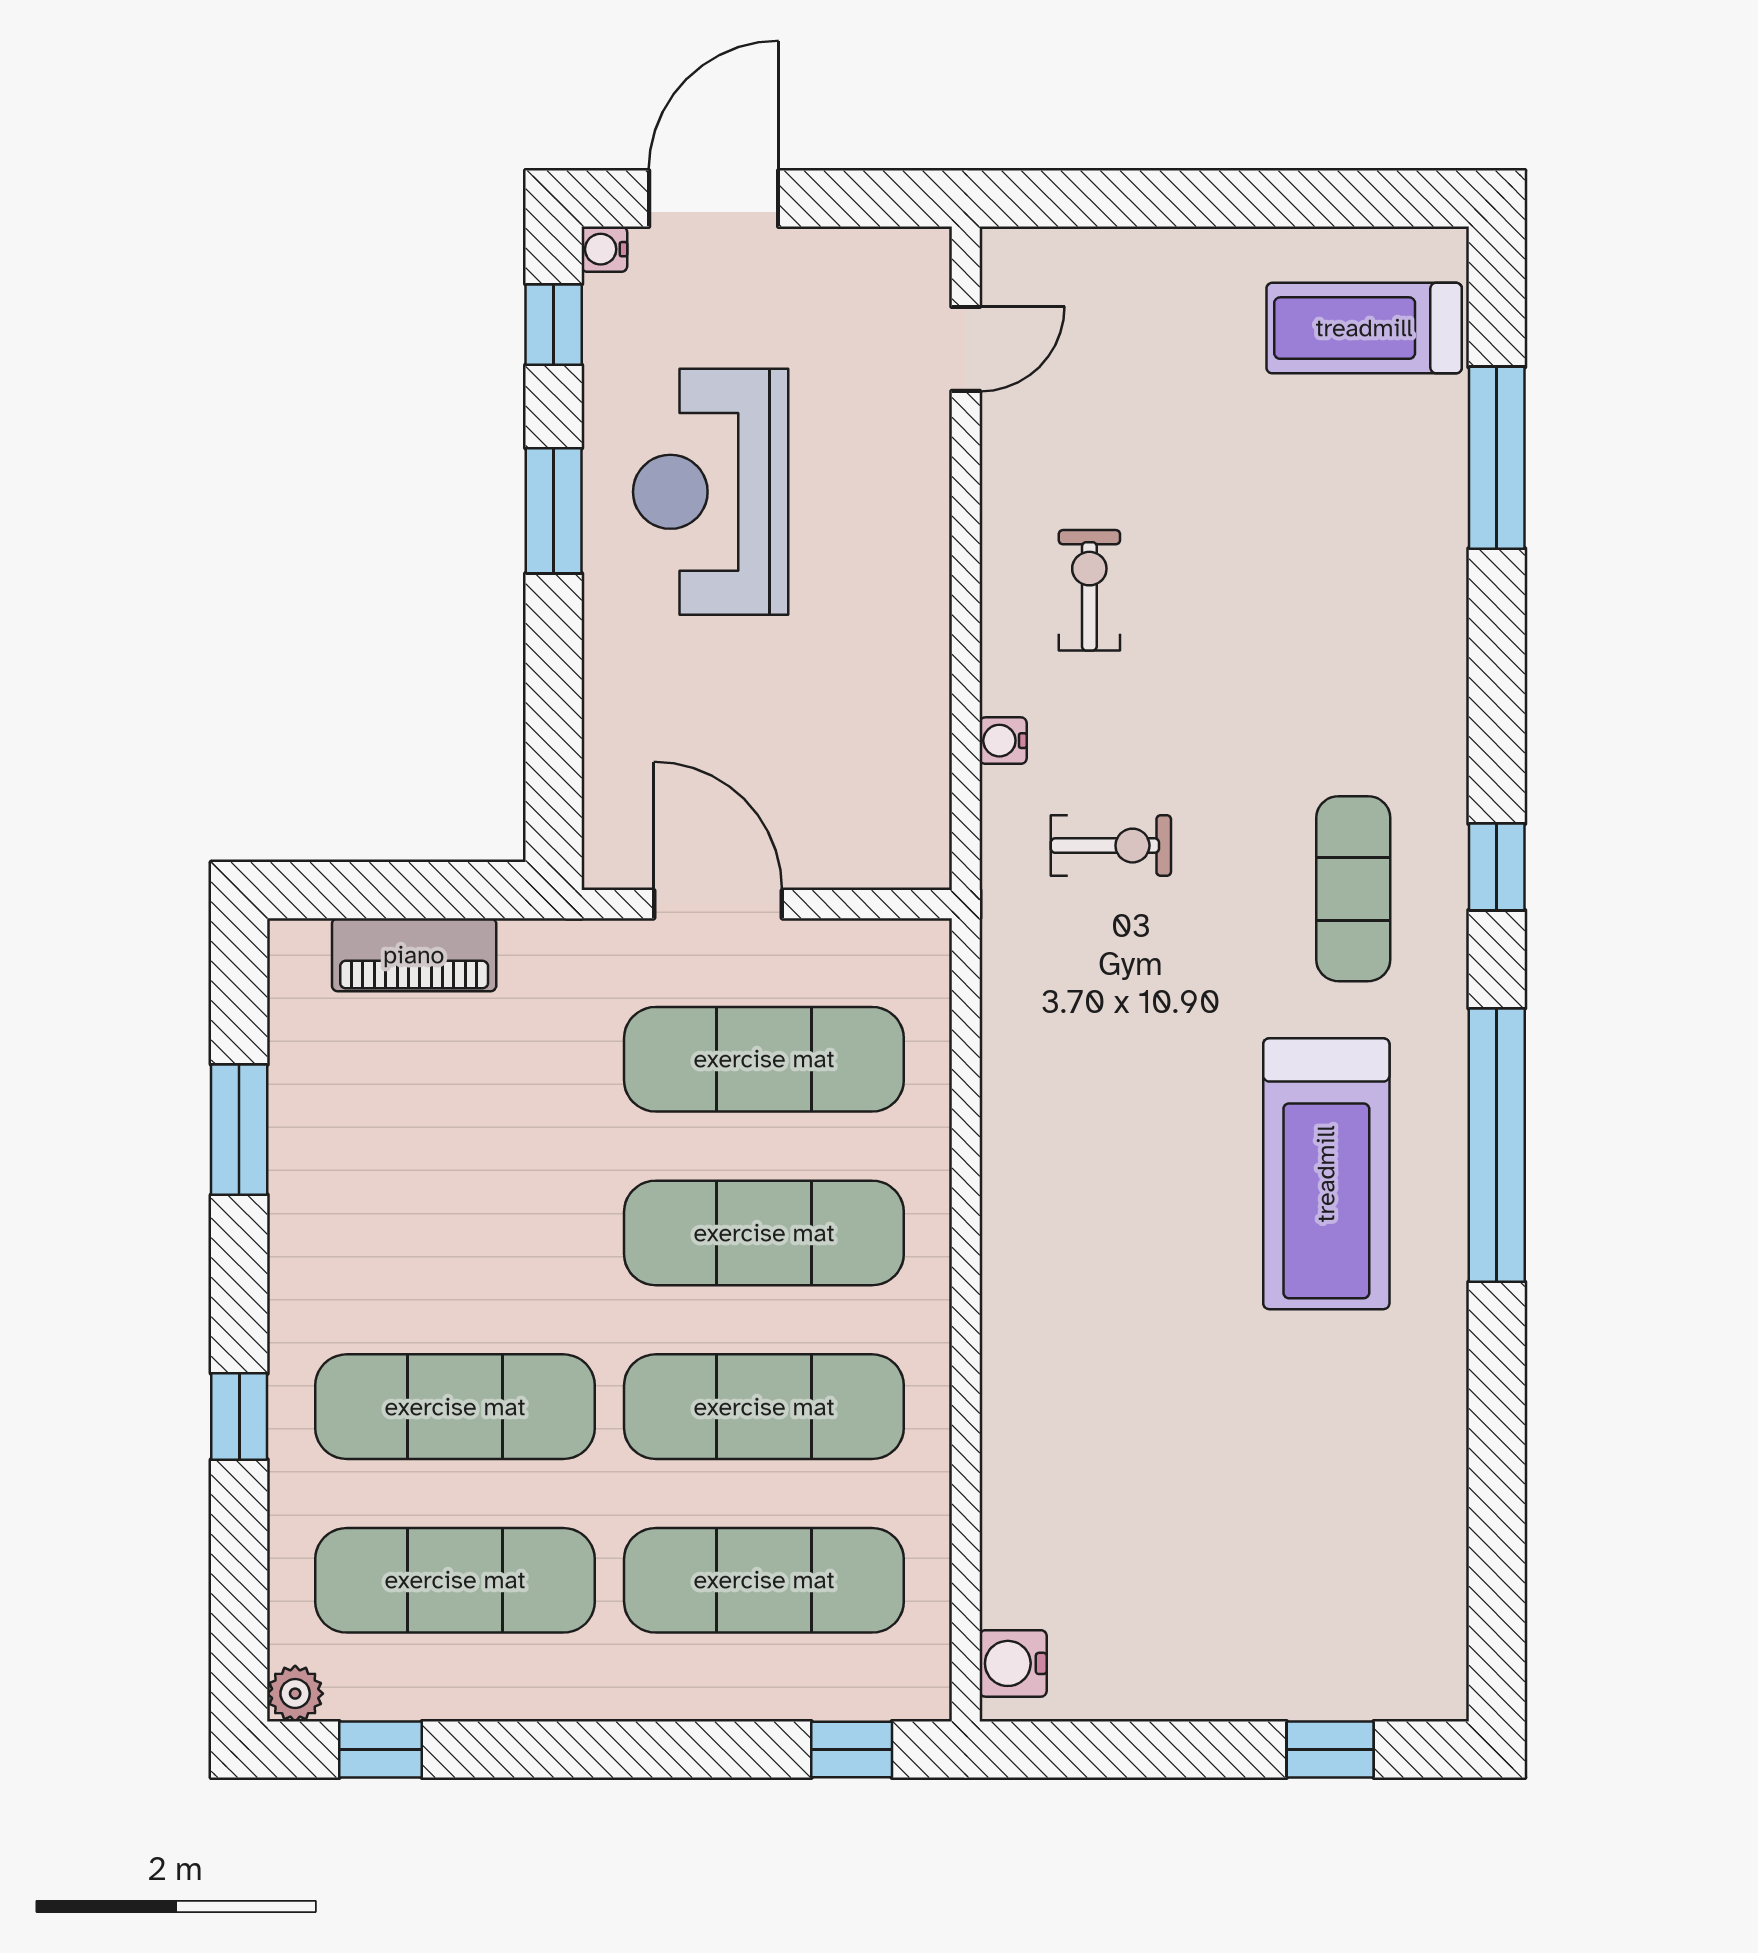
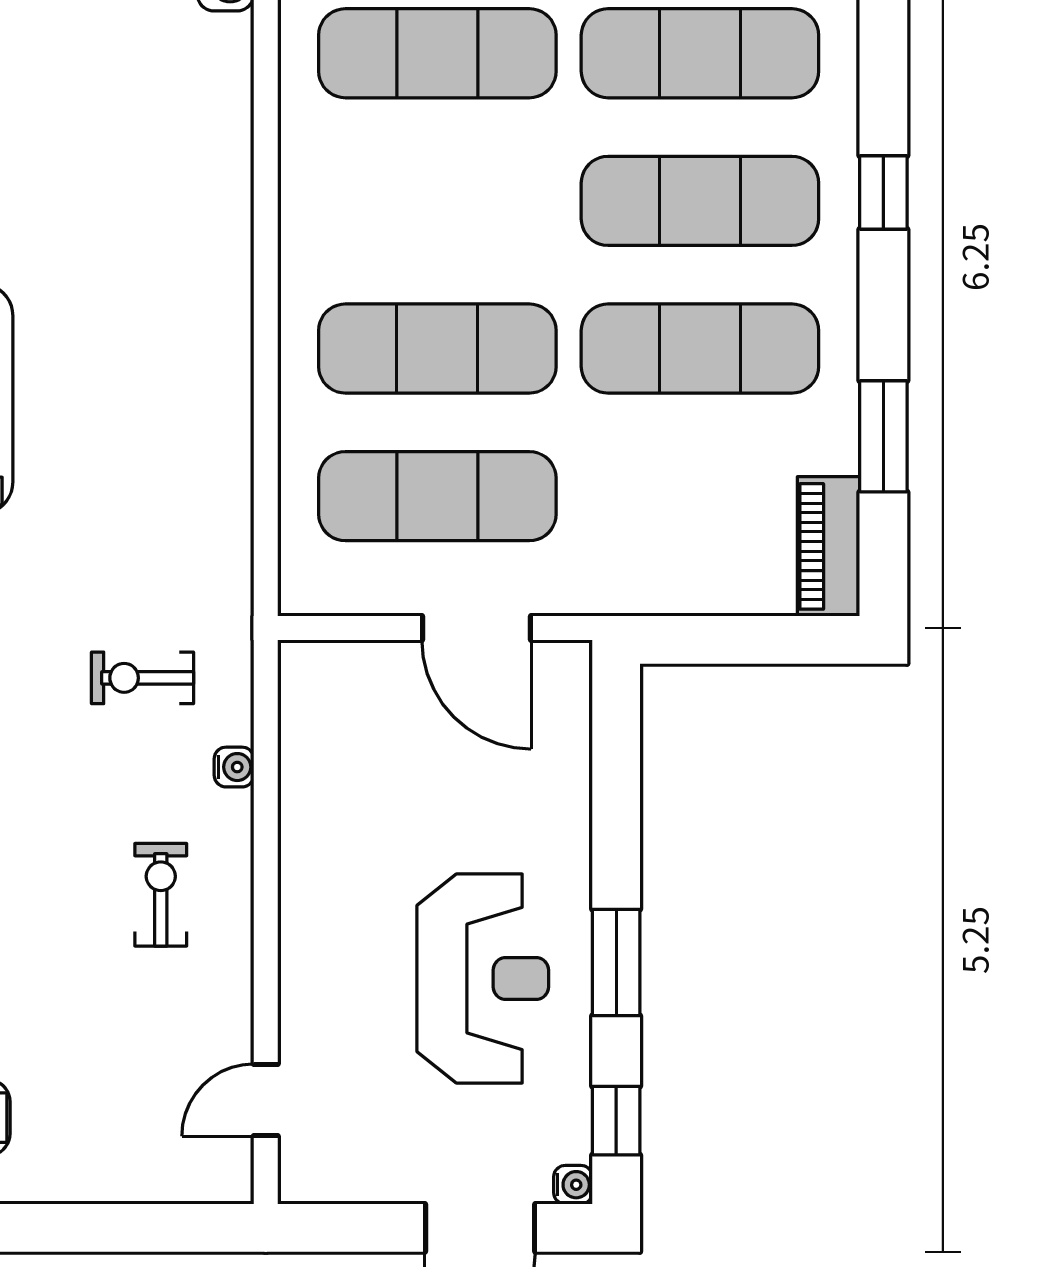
exercise bike: (1089, 590) -> (161, 895), turned 180
piano: (414, 955) -> (828, 546), moved, turned -90
exercise mat: (764, 1407) -> (700, 349), moved

